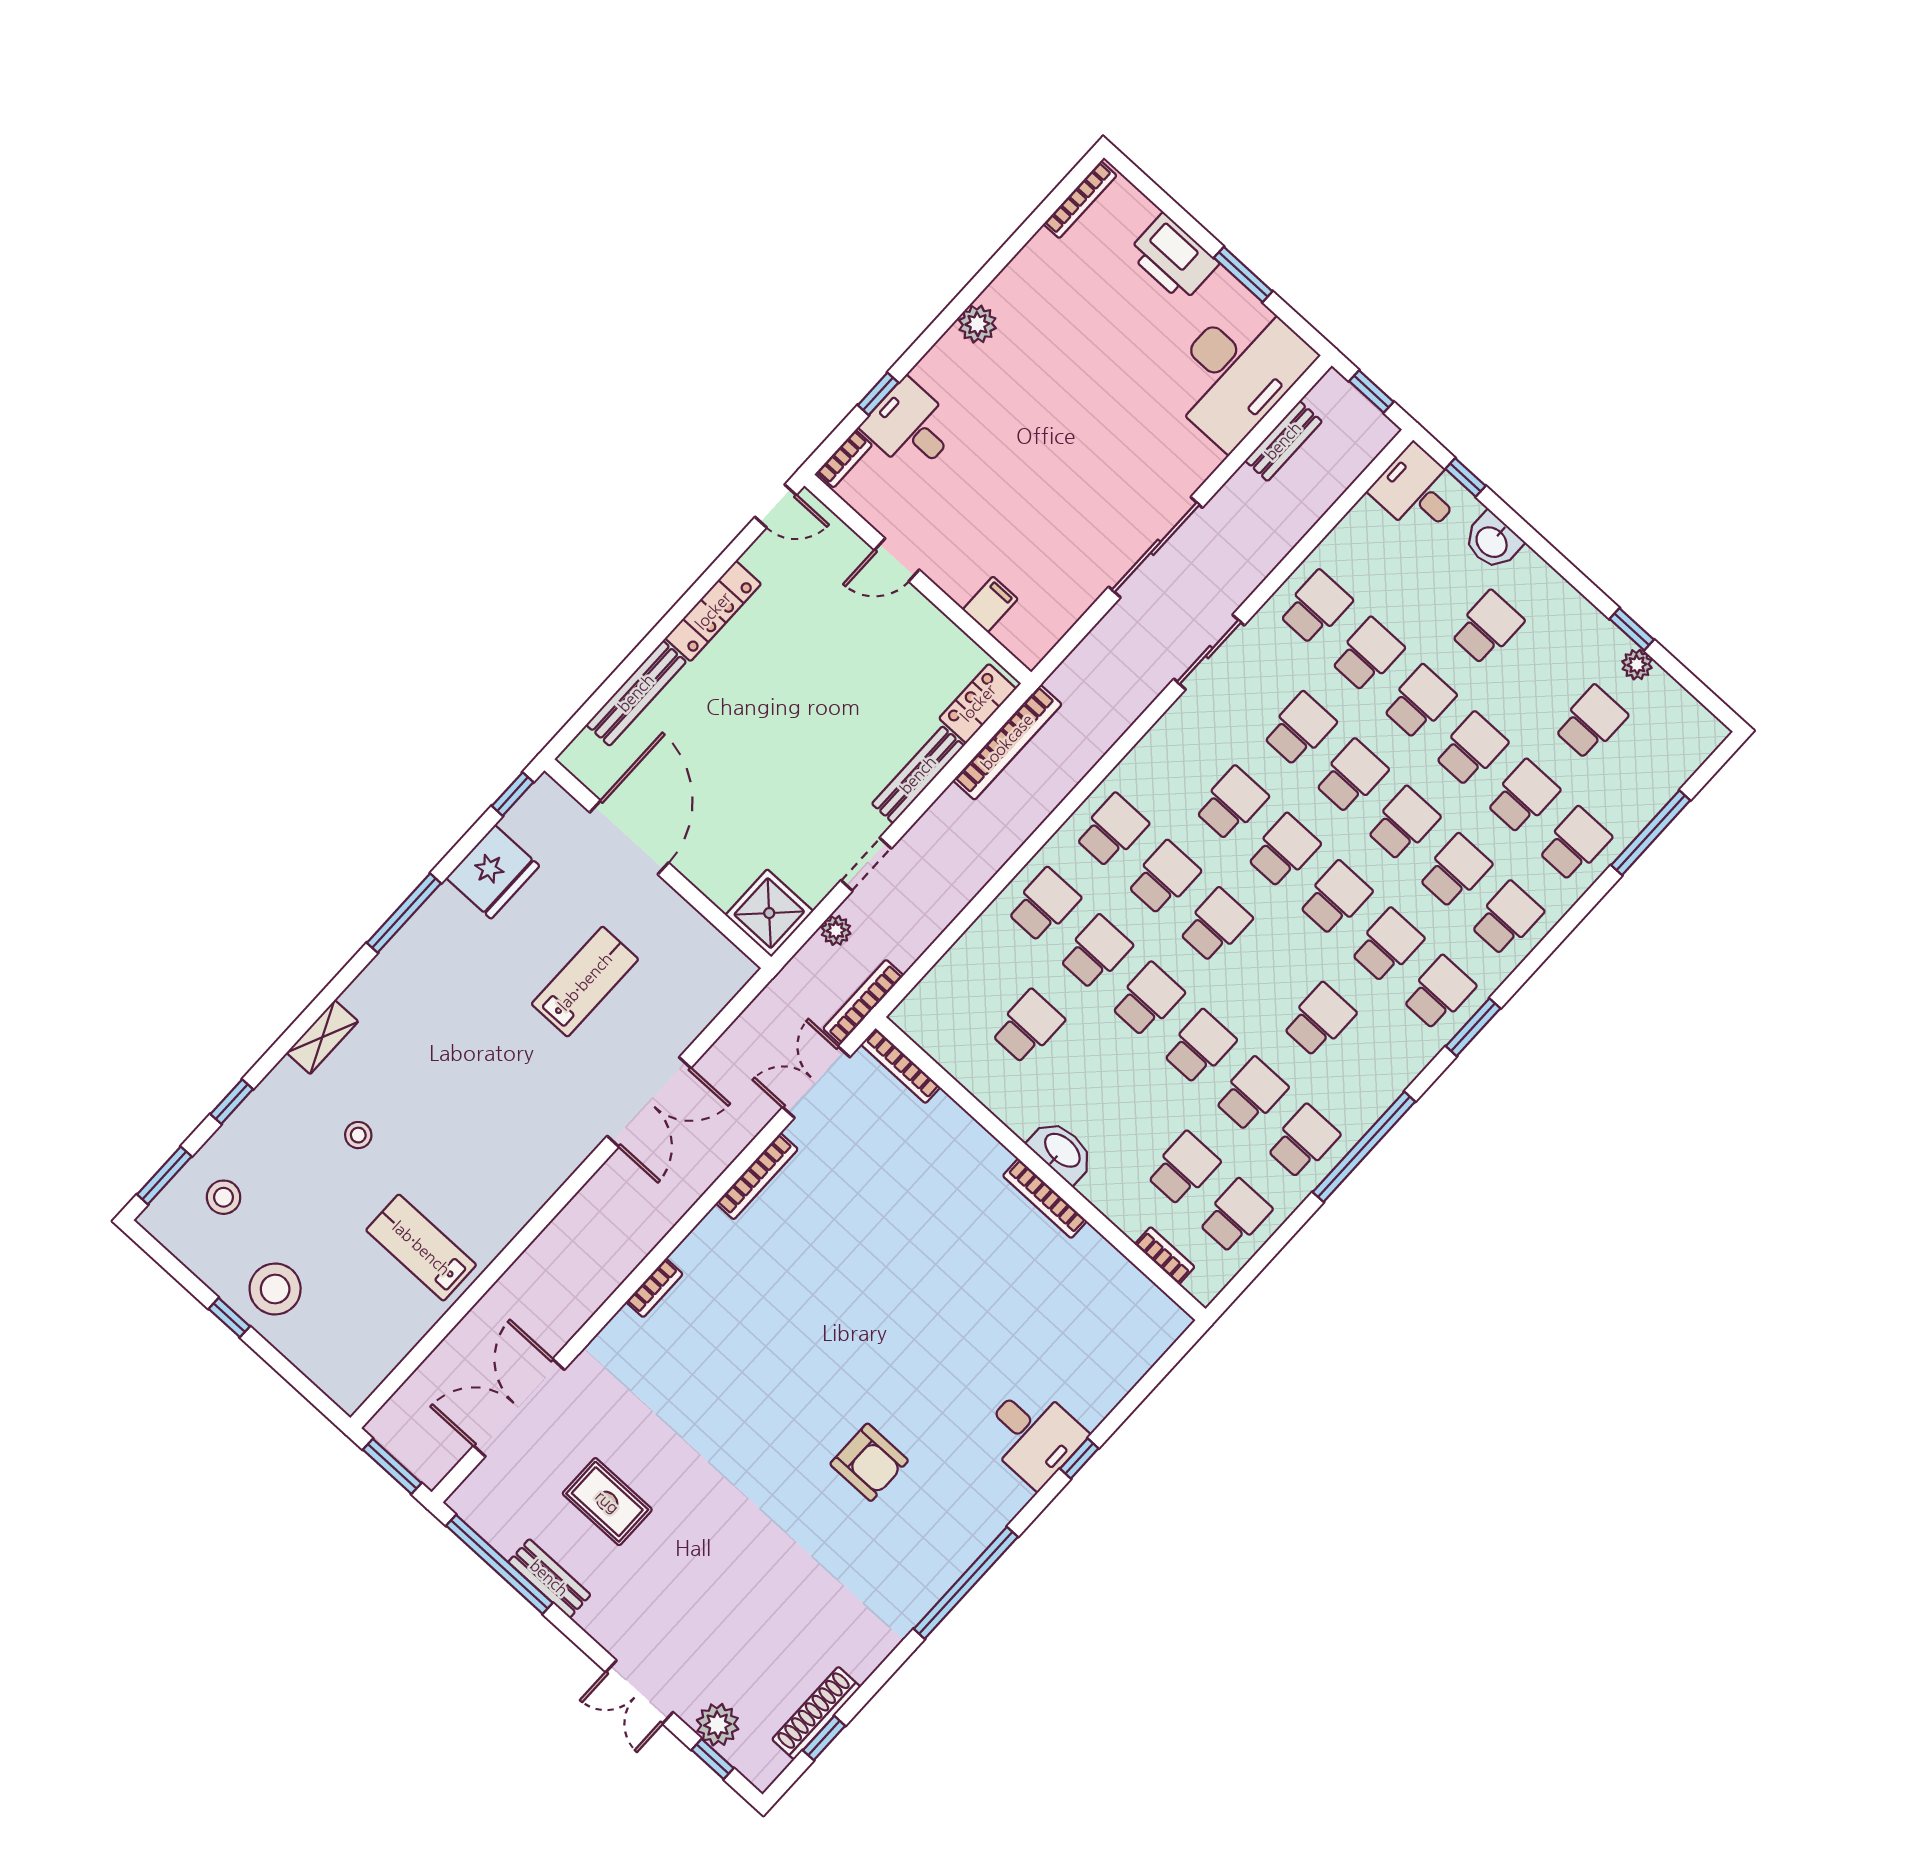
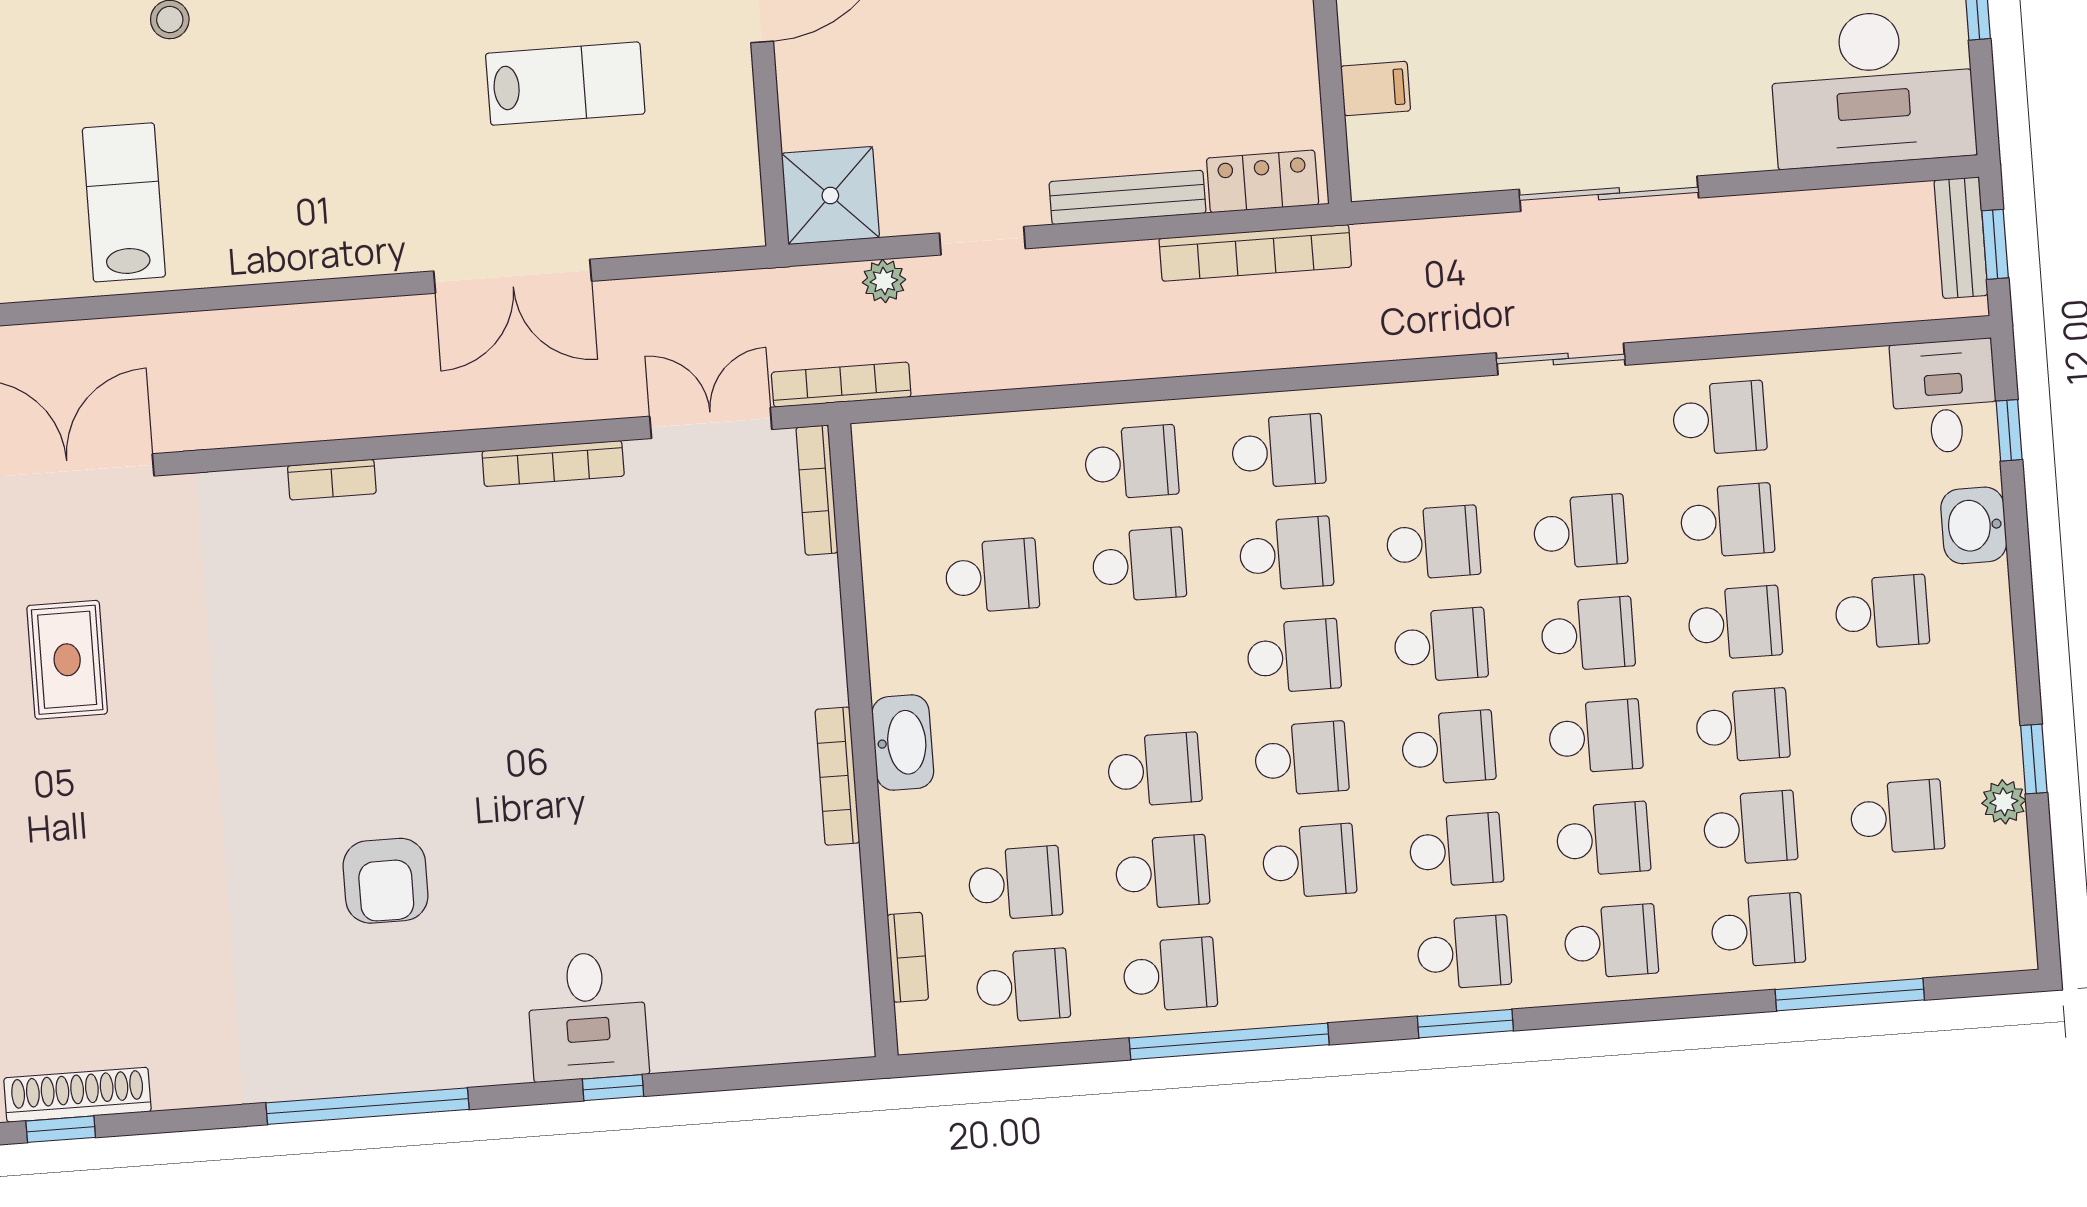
bench: (1283, 441) -> (1961, 238), moved, turned 90
school desk: (1148, 1000) -> (1301, 759), moved

